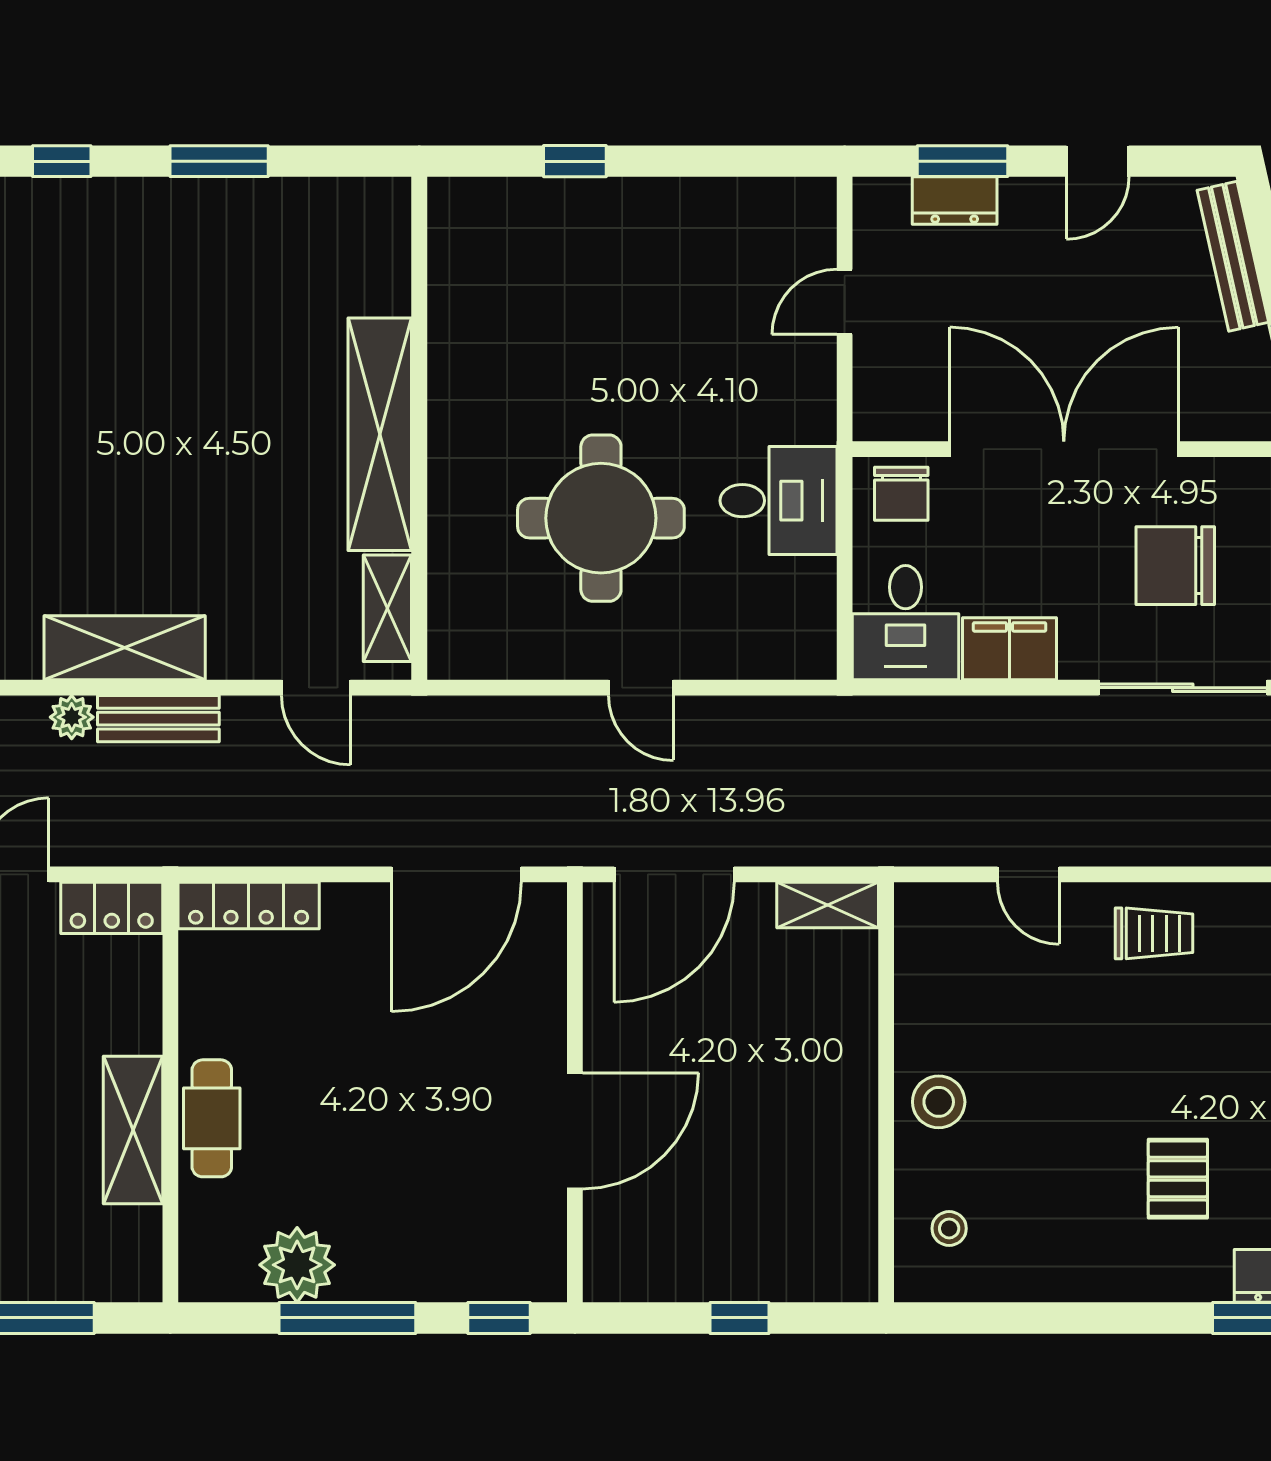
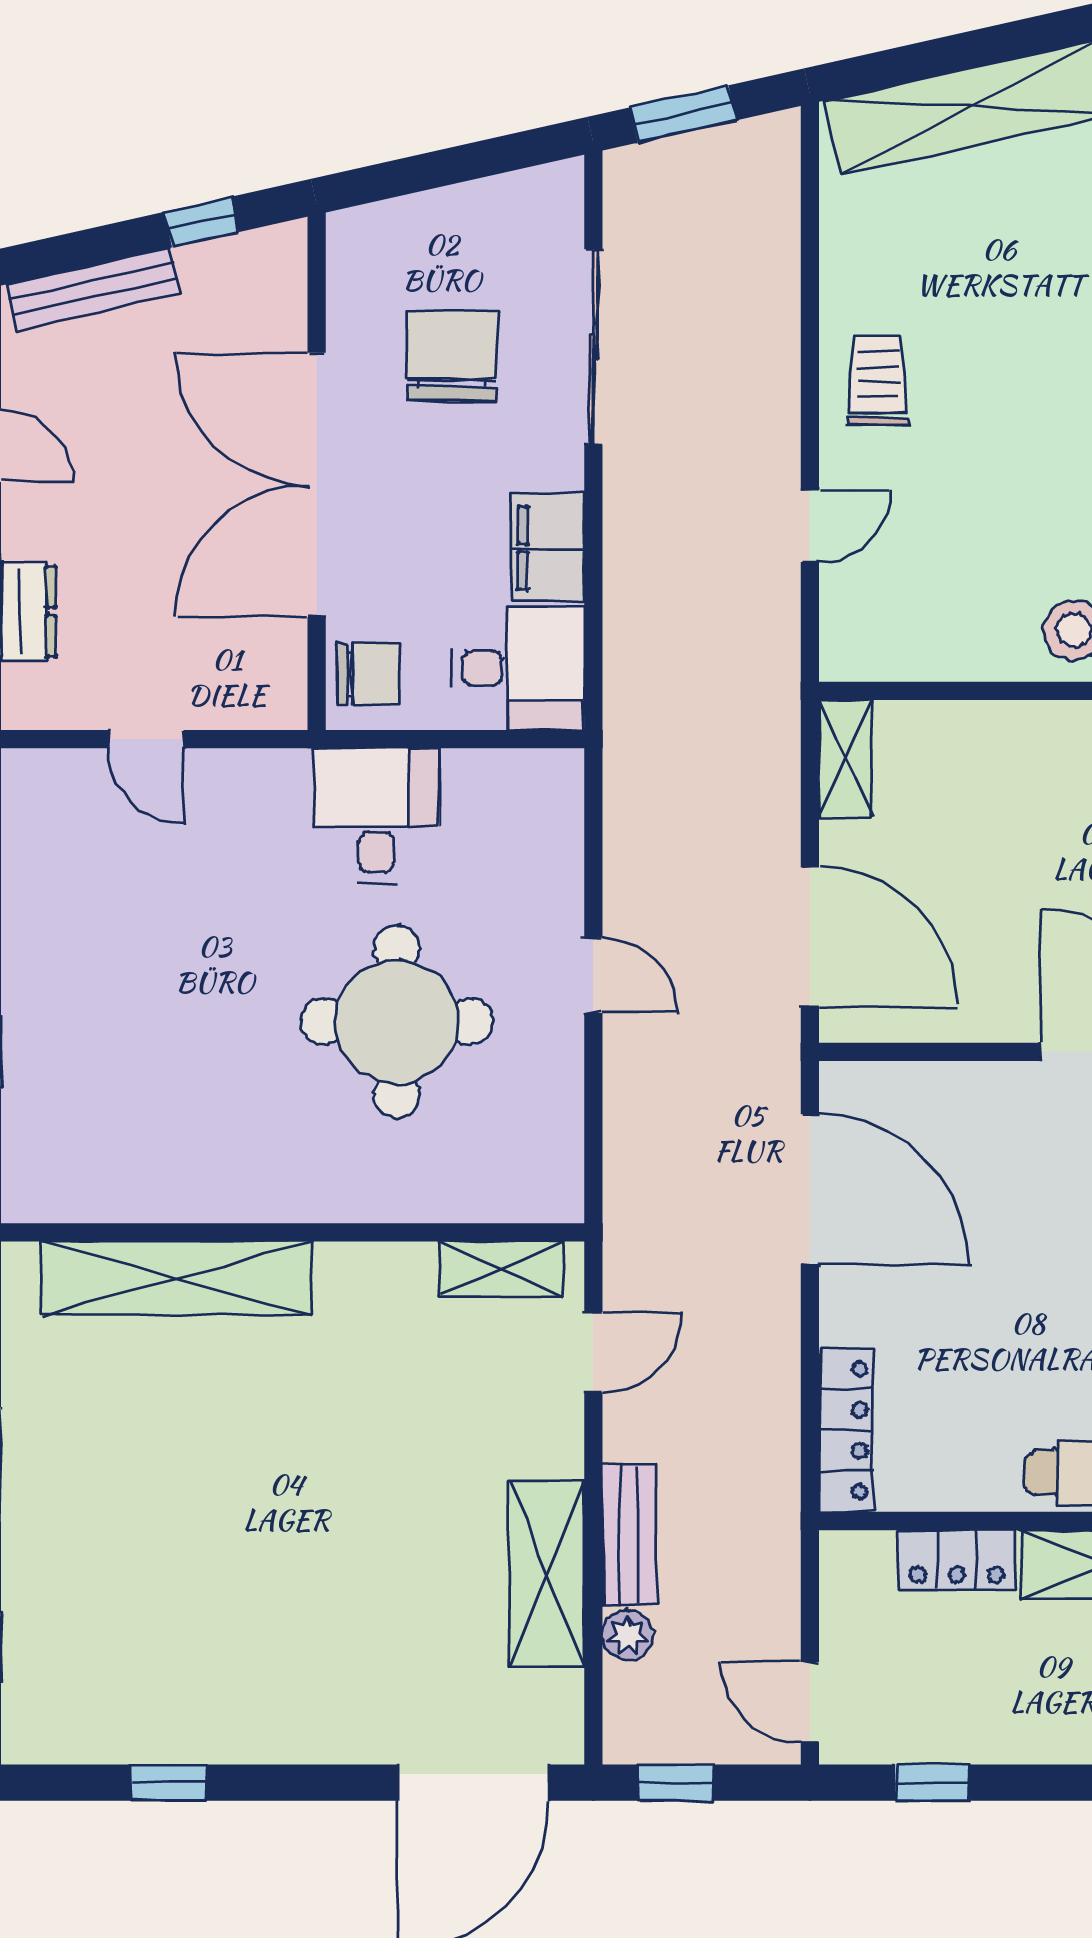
shelving: (380, 434) -> (177, 1278), moved
chair: (1175, 566) -> (452, 356), turned 180
door: (641, 688) -> (593, 975), hinge flipped
locker: (112, 908) -> (957, 1560), moved, turned 90

